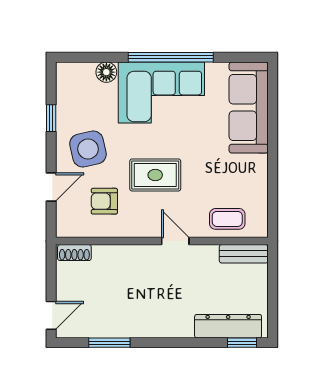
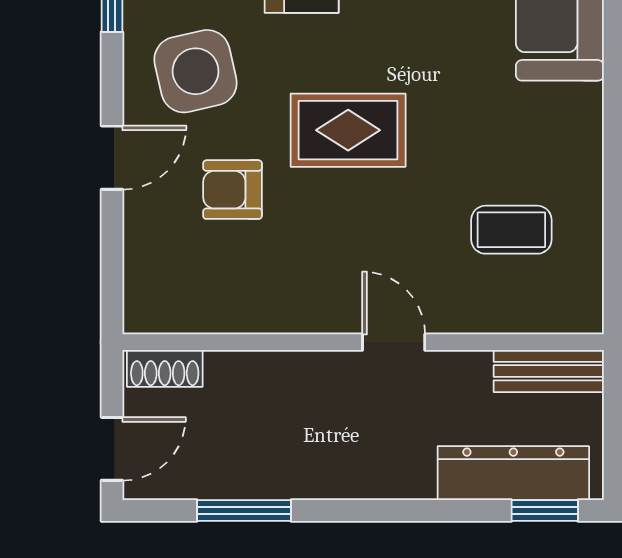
wall: (162, 241) -> (363, 342), moved
door: (175, 241) -> (394, 342), moved
shoe rack: (74, 253) -> (165, 368), moved
bench: (244, 254) -> (549, 371), moved

